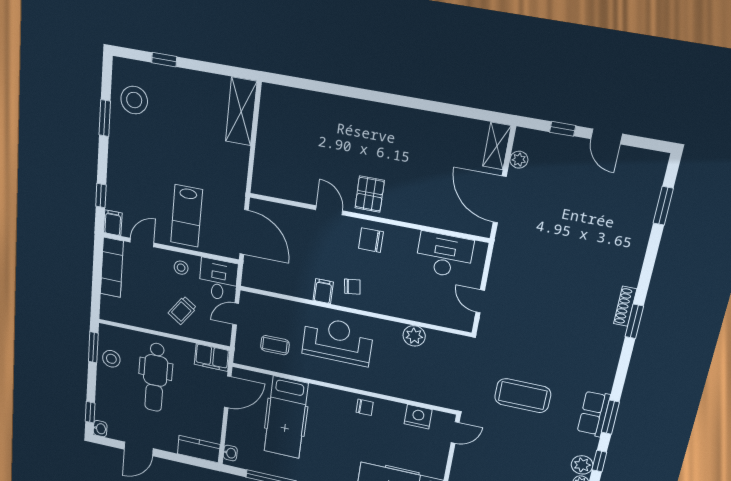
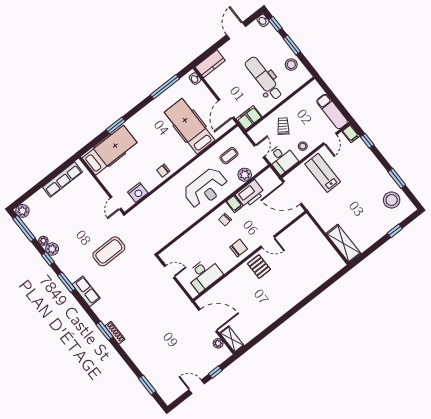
printer: (294, 283) -> (250, 194), added
plant: (414, 336) -> (245, 175), moved
window: (93, 347) -> (292, 45), moved
row of seats: (594, 414) -> (86, 291), moved

